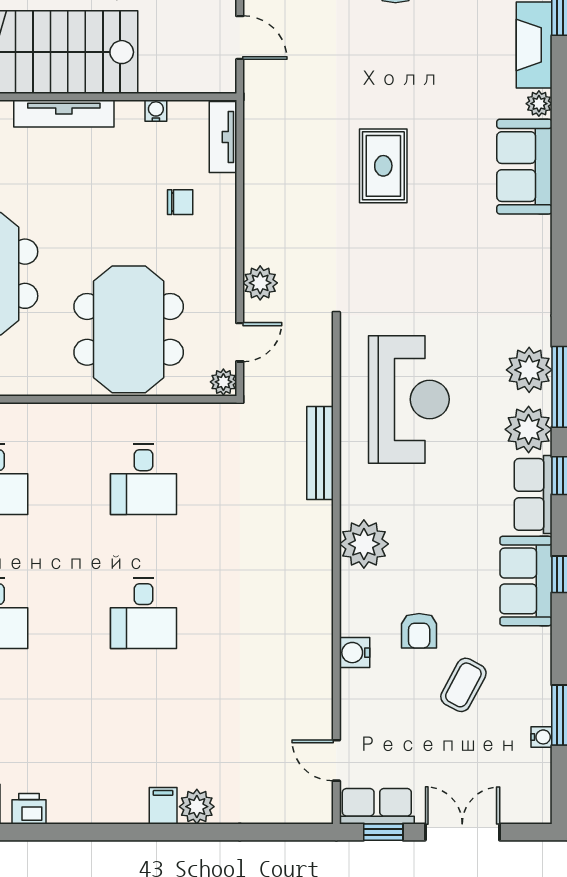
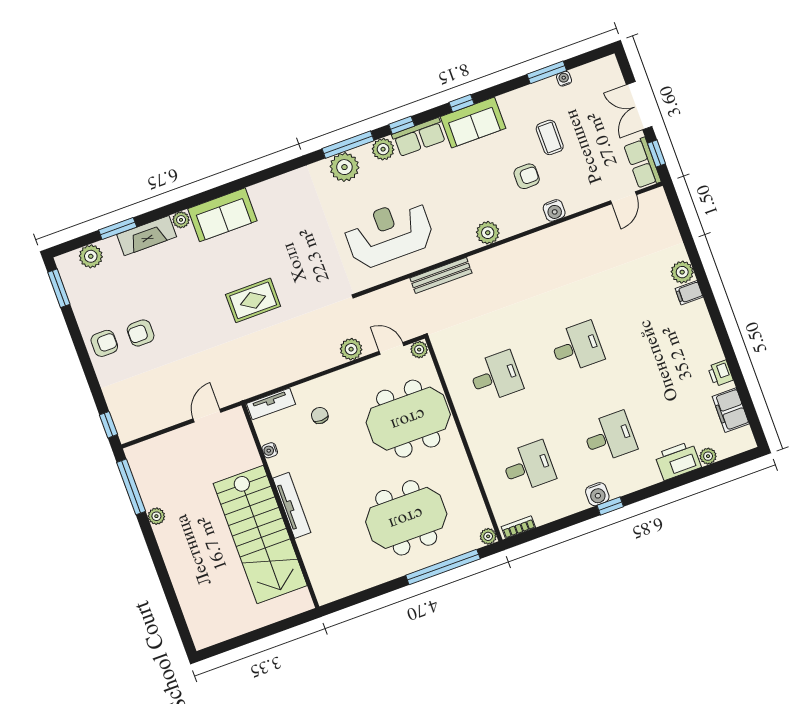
plant: (529, 429) -> (383, 149), width x0.73, depth x0.73
plant: (364, 544) -> (488, 233), width x0.73, depth x0.73
coffee table: (463, 685) -> (550, 137), turned 62

